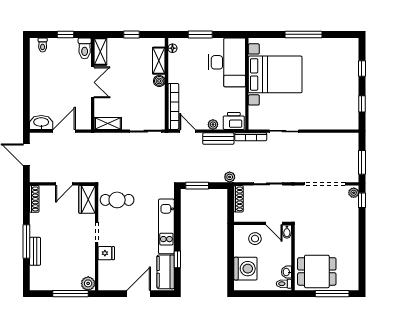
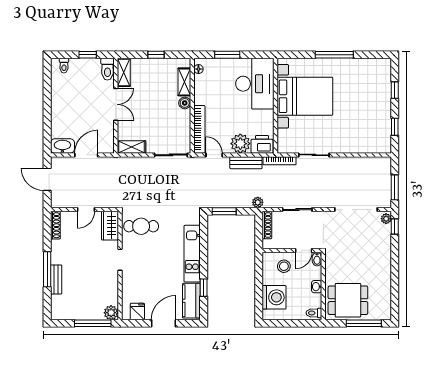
plant: (213, 125) -> (240, 144), width x1.87, depth x1.87
door: (274, 223) -> (304, 250), hinge flipped
fridge: (106, 253) -> (137, 312), moved, turned -90
washbasin: (287, 272) -> (317, 287), moved

